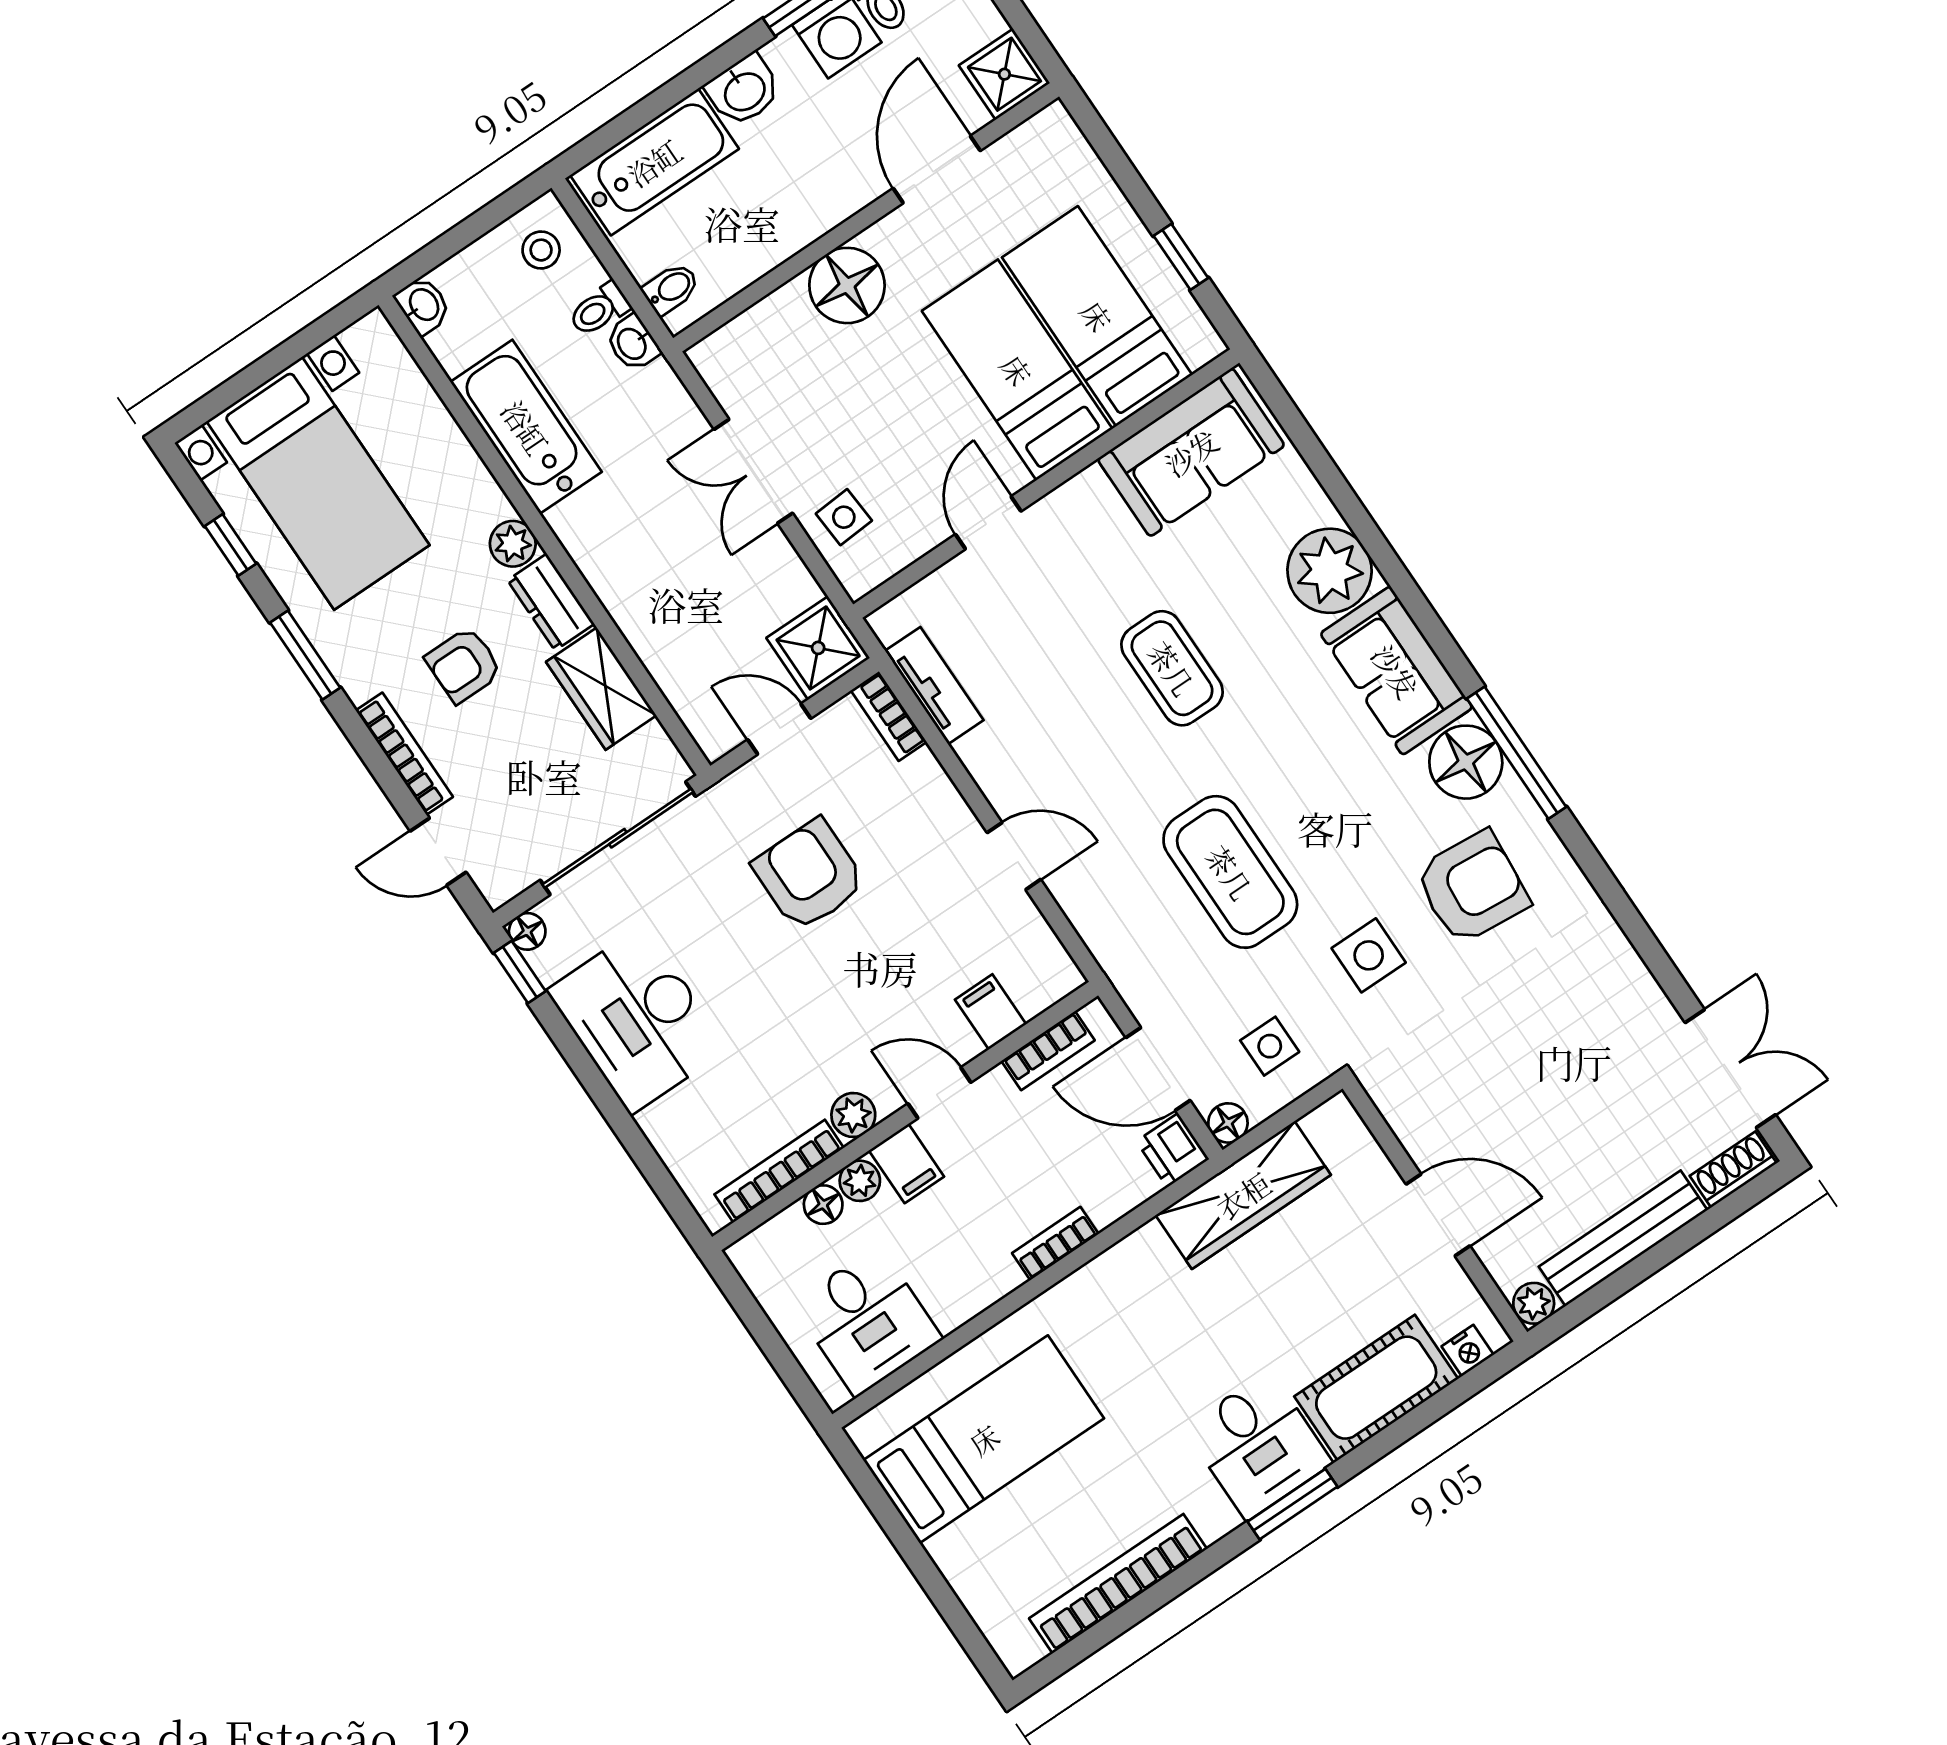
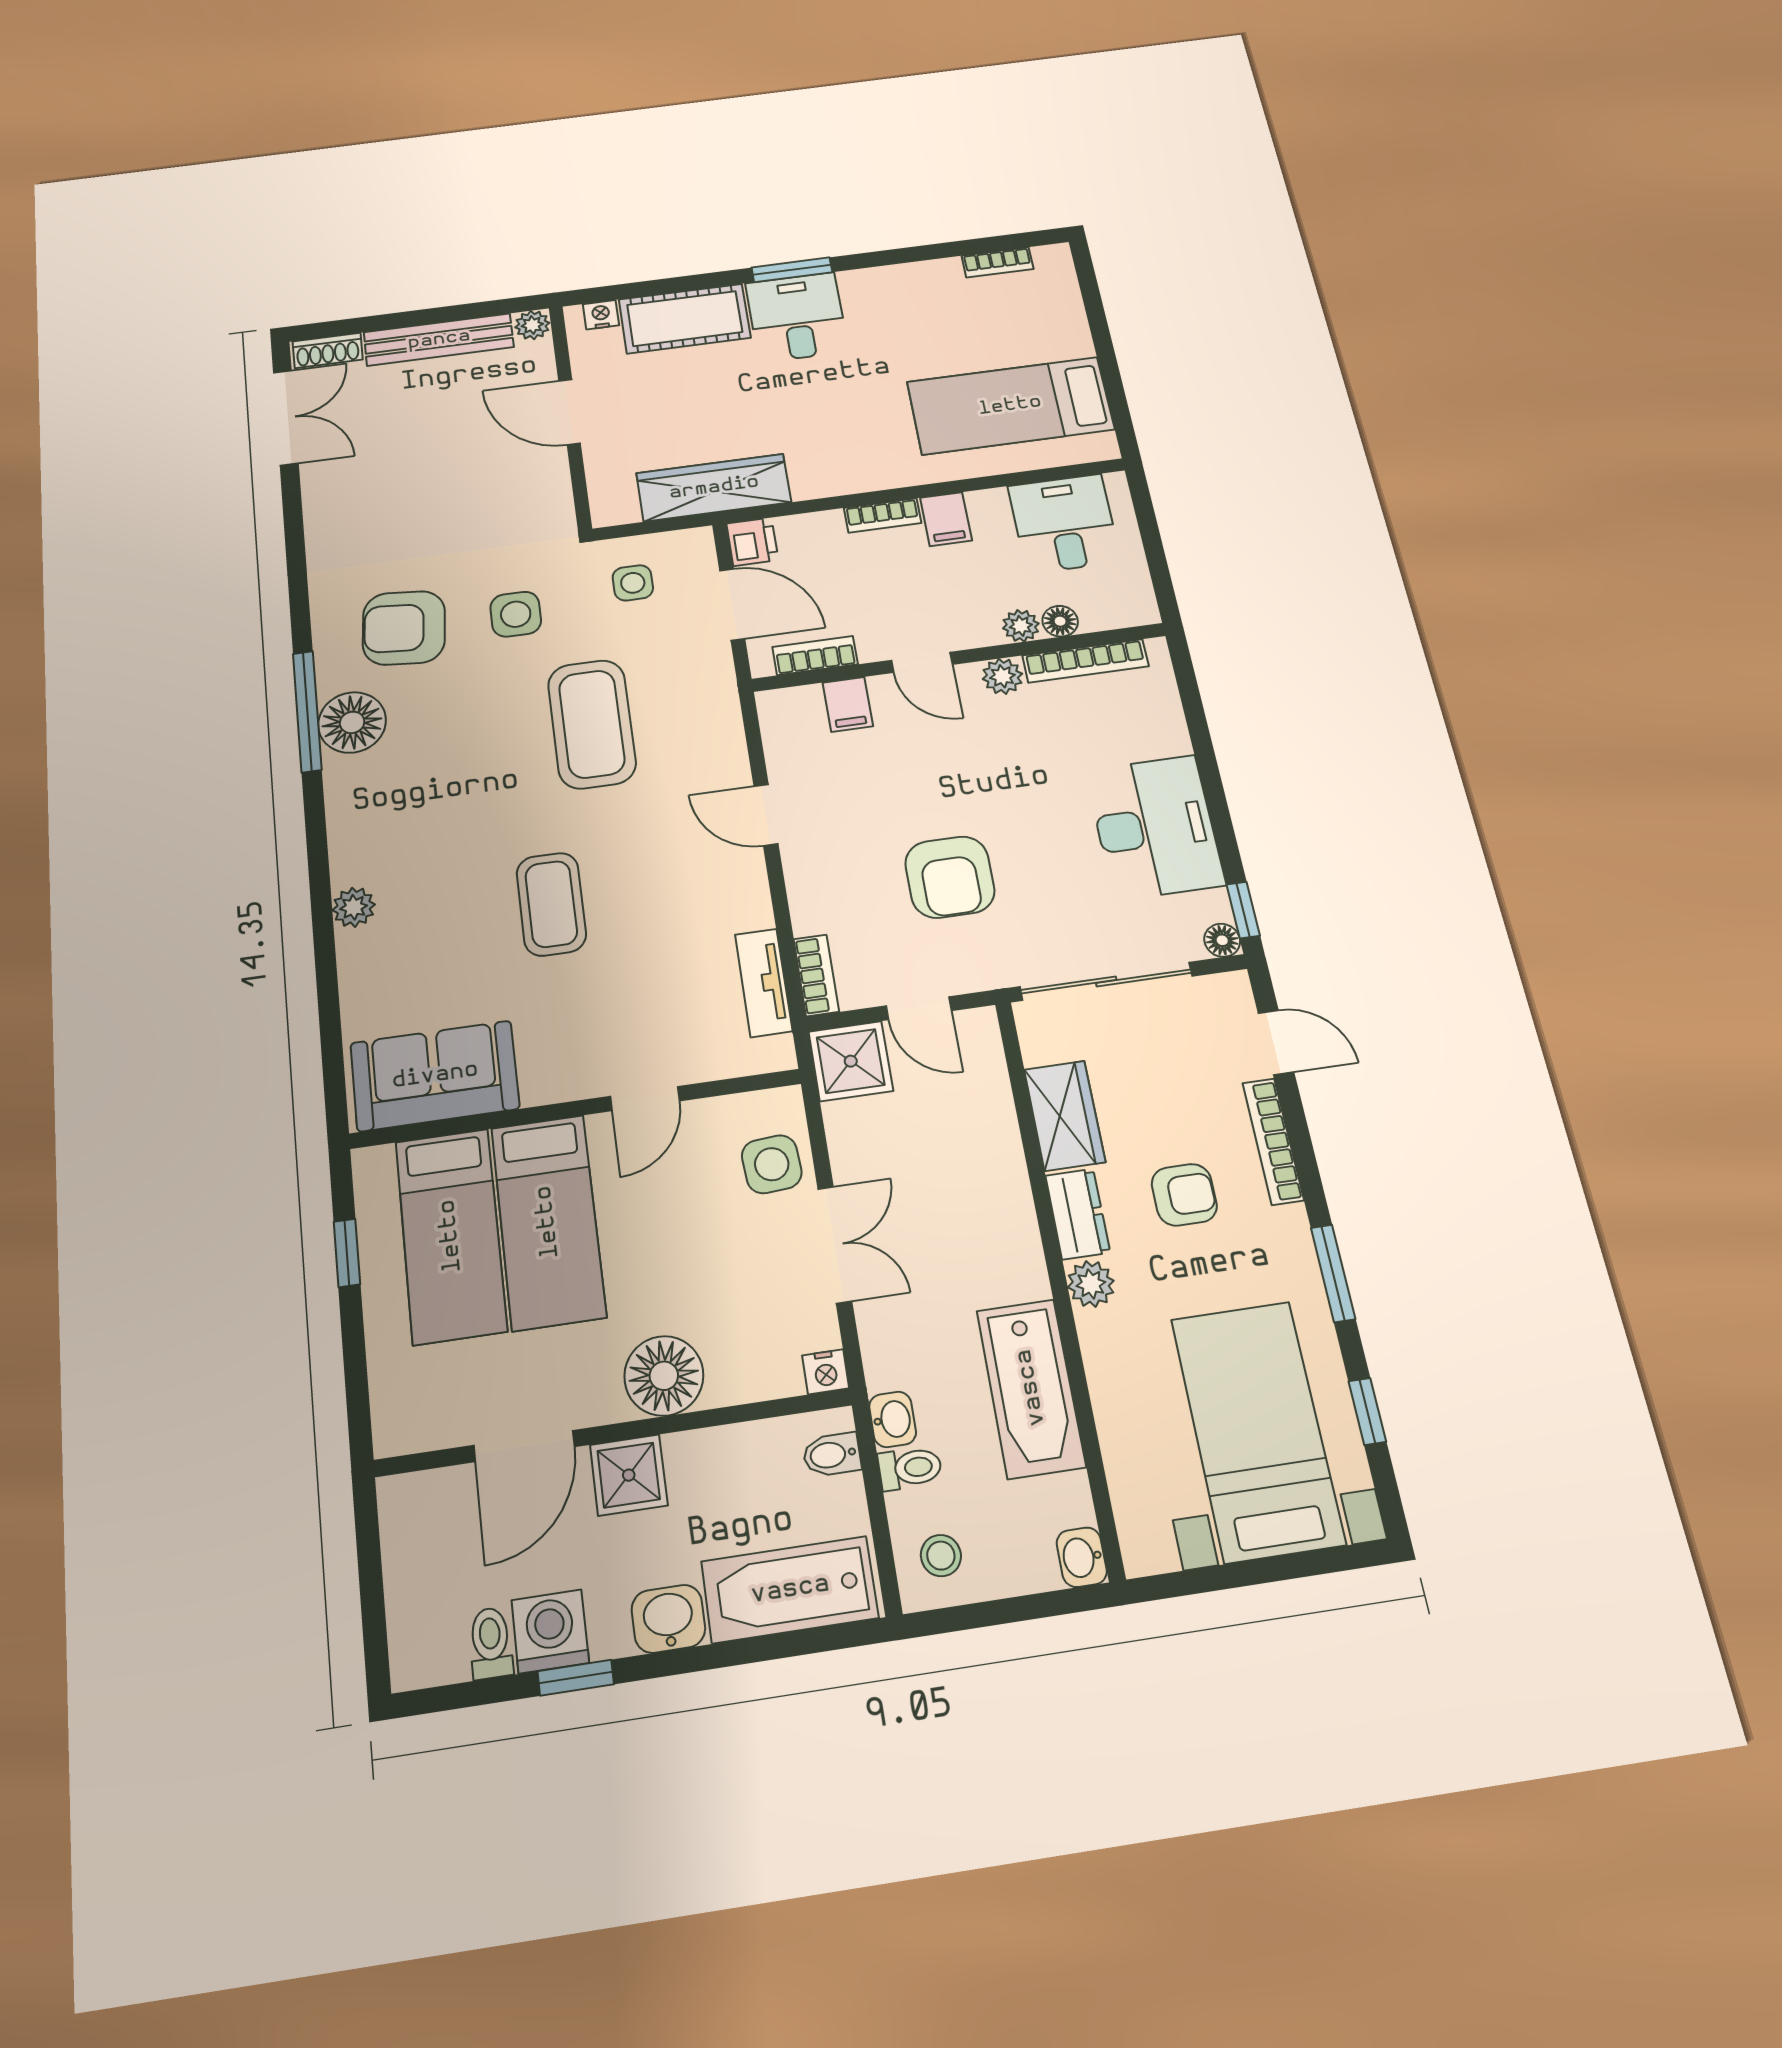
shower: (1004, 74) -> (629, 1475), moved
nightstand: (709, 356) -> (826, 1372), added
side table: (844, 517) -> (772, 1164), width x1.37, depth x1.37
plant: (1330, 571) -> (354, 907), width x0.53, depth x0.53
sofa: (1396, 671) -> (366, 817), removed
double door: (1730, 1069) -> (286, 418), swing flipped
floor lamp: (1228, 1123) -> (697, 543), removed
filing cabinet: (906, 1163) -> (946, 519), moved, turned 180
bookcase: (1118, 1584) -> (998, 262), width x0.43, depth x0.76

